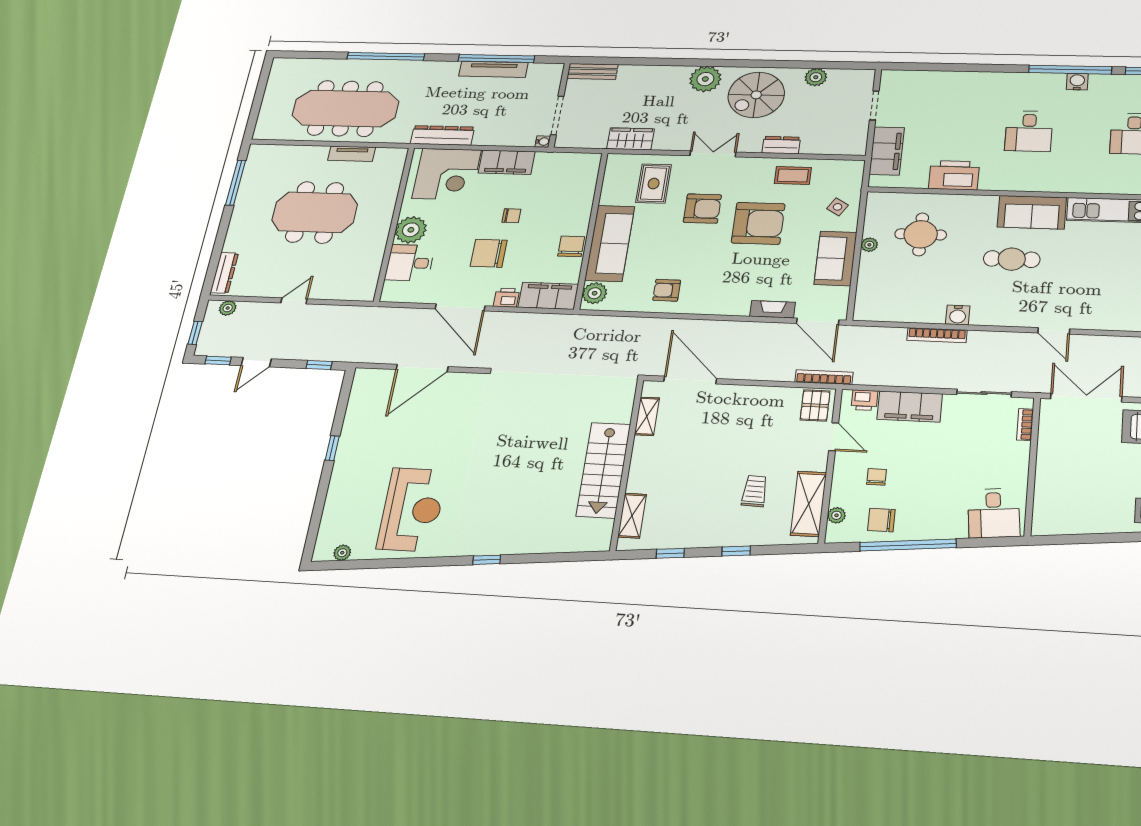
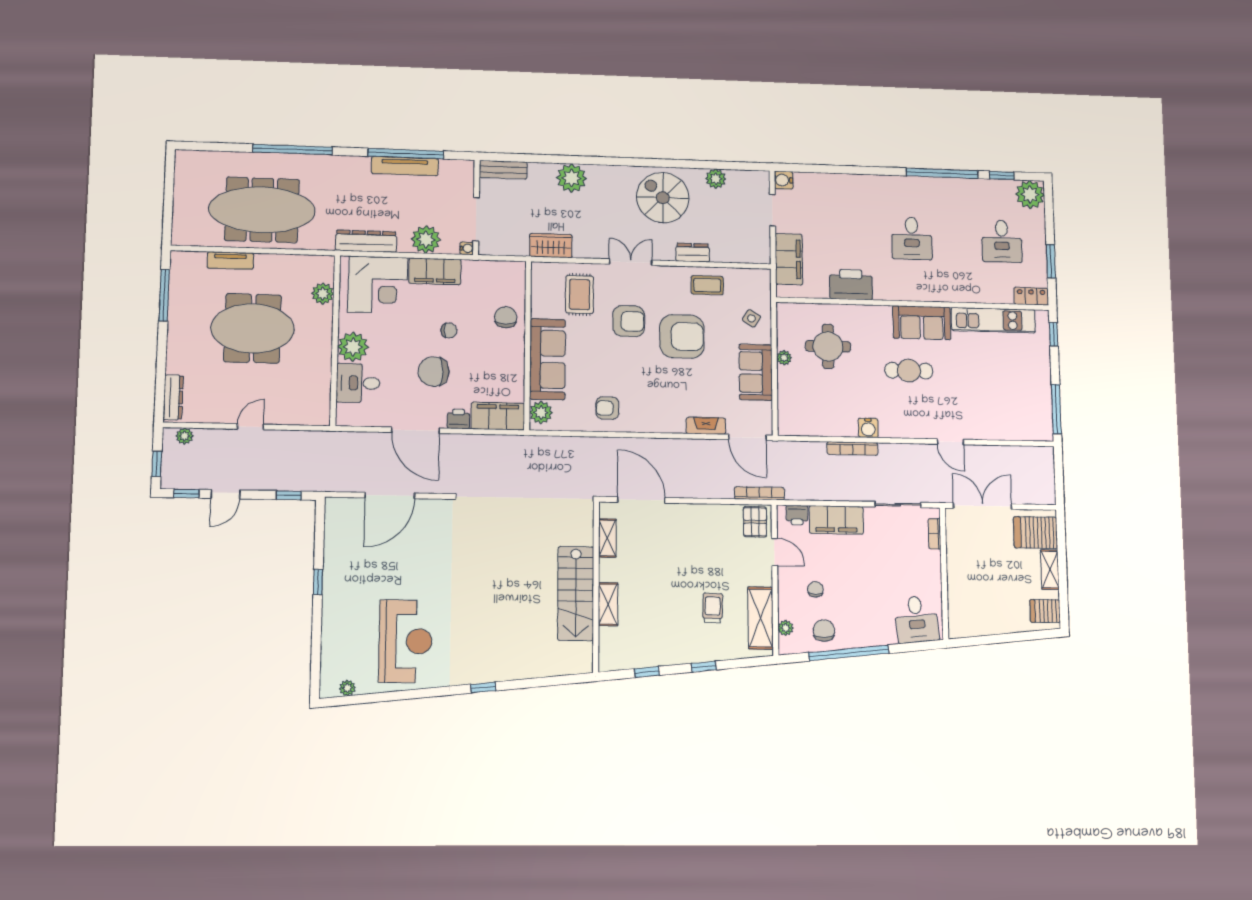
plant: (705, 79) -> (572, 178), moved
water cooler: (1077, 82) -> (784, 180), moved, turned -90
spiral stairs: (756, 95) -> (663, 198), turned 90
plant: (503, 134) -> (426, 239), added
tv unit: (352, 154) -> (230, 261), moved
plant: (390, 182) -> (323, 294), added
chair: (571, 246) -> (506, 317), moved
shelving: (632, 516) -> (608, 604), moved
chair: (881, 520) -> (824, 630), turned 90

